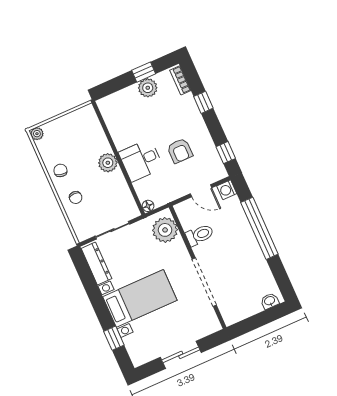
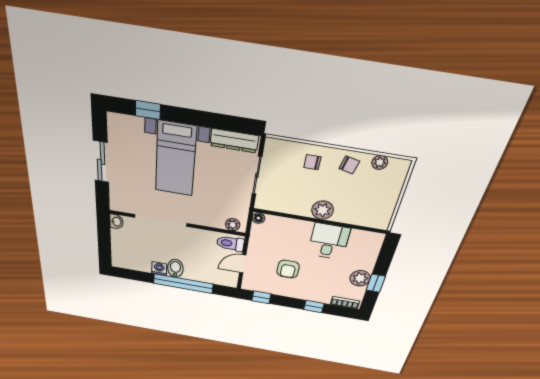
plant: (37, 134) -> (380, 162), moved
armchair: (180, 151) -> (288, 269), turned -90
desk: (141, 160) -> (329, 241), moved
washing machine: (227, 190) -> (159, 269), moved
plant: (165, 230) -> (233, 225), width x0.53, depth x0.53
toilet: (200, 235) -> (230, 243), moved, turned 90
bidet: (247, 244) -> (175, 268), added
washbasin: (270, 301) -> (116, 222), moved

